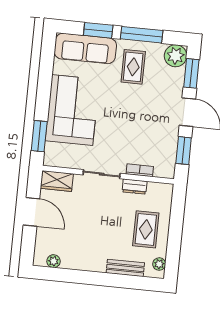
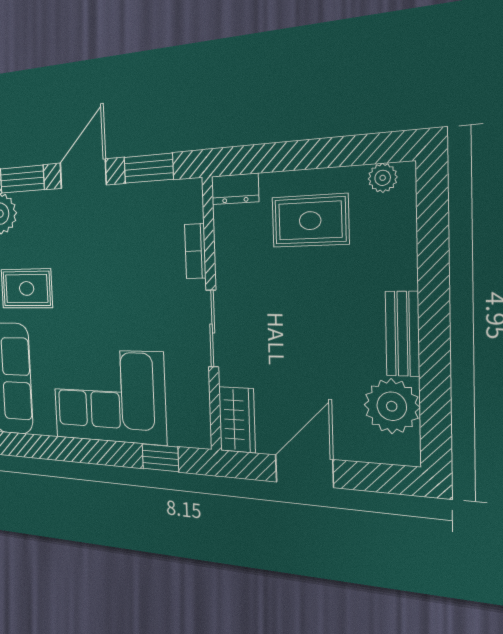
window: (39, 136) -> (160, 458), width x0.67
dresser: (135, 187) -> (235, 189), moved, turned 90
plant: (54, 261) -> (392, 406), width x1.88, depth x1.88
bench: (125, 268) -> (402, 334), moved

